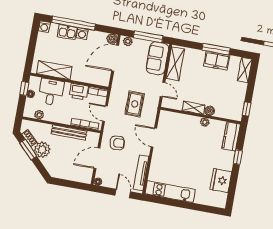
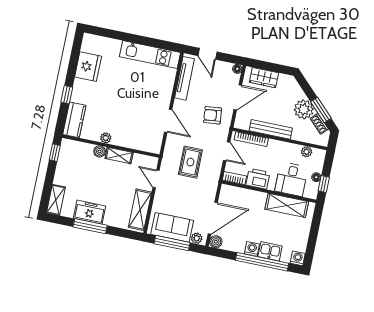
sofa: (157, 58) -> (172, 227), moved, turned -90
wardrobe: (76, 175) -> (264, 78), added

